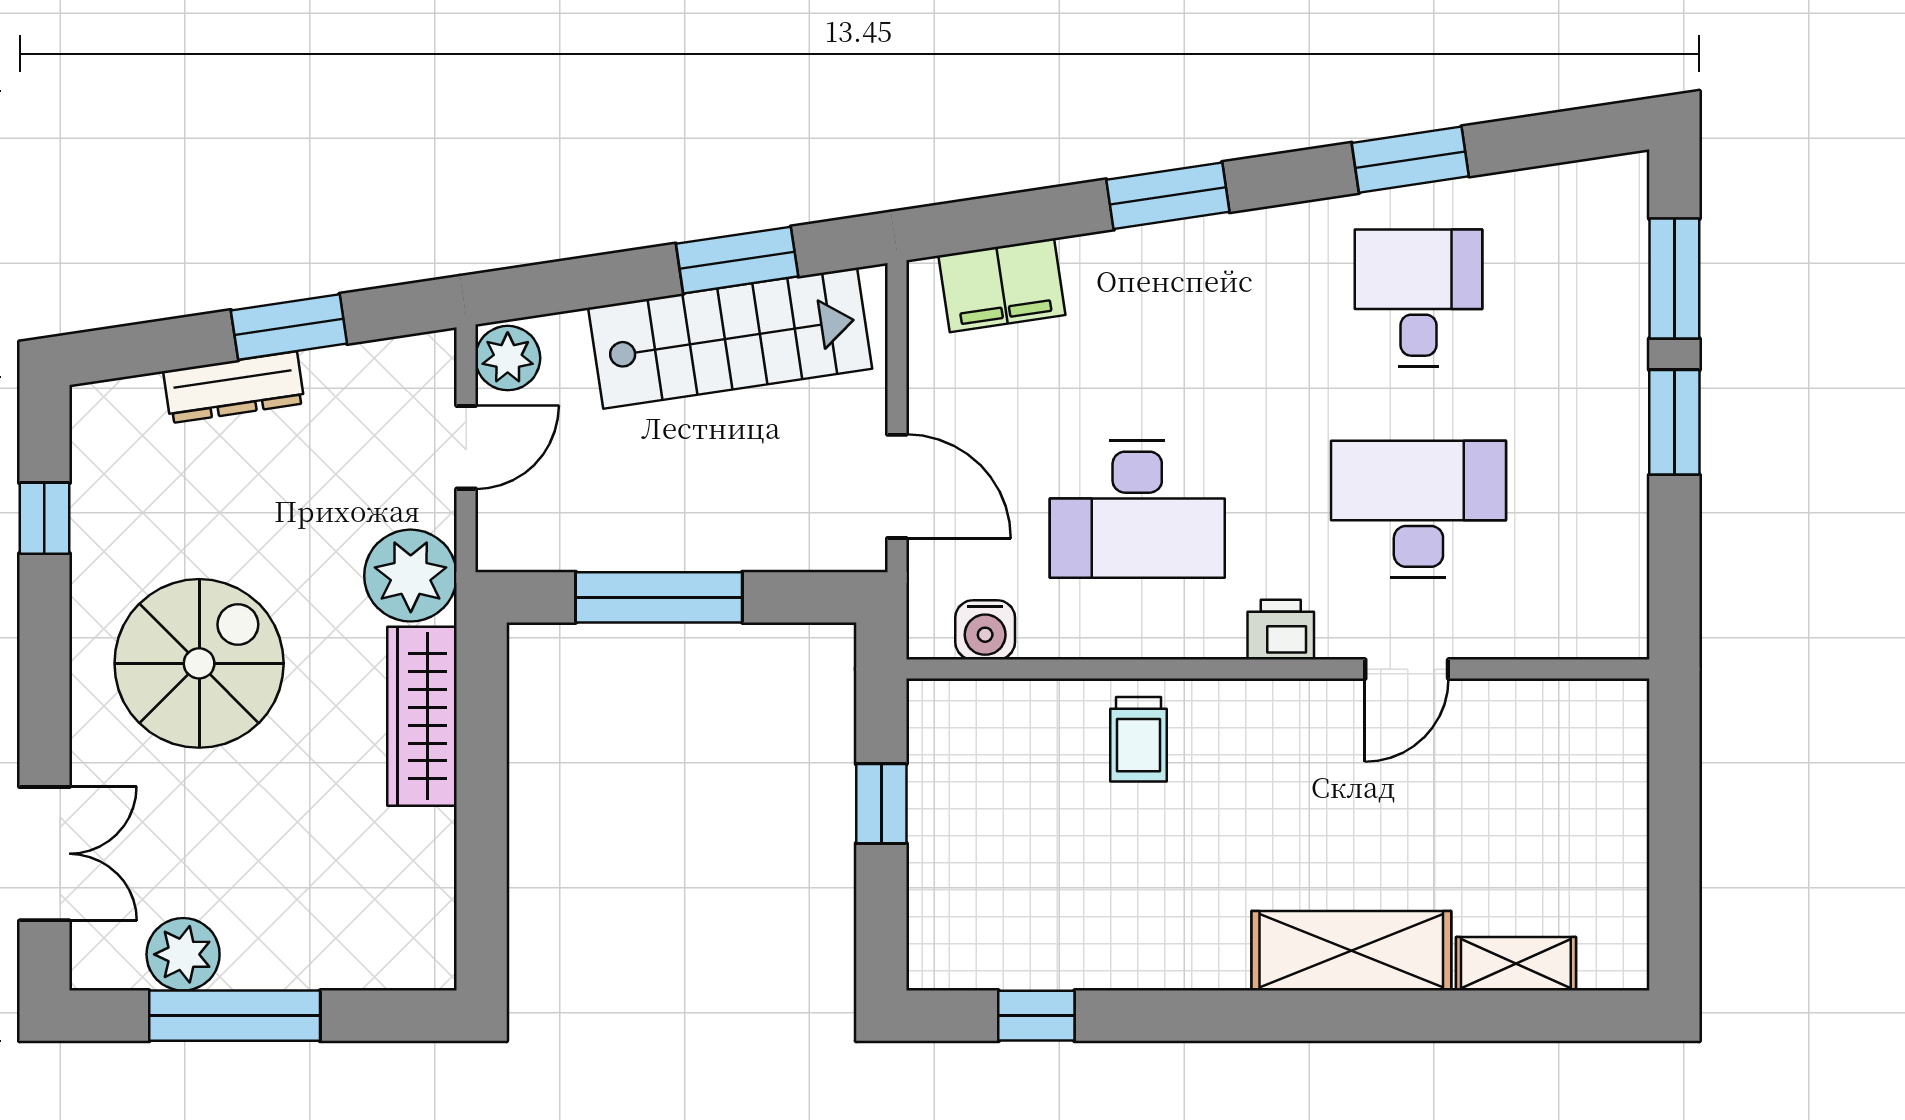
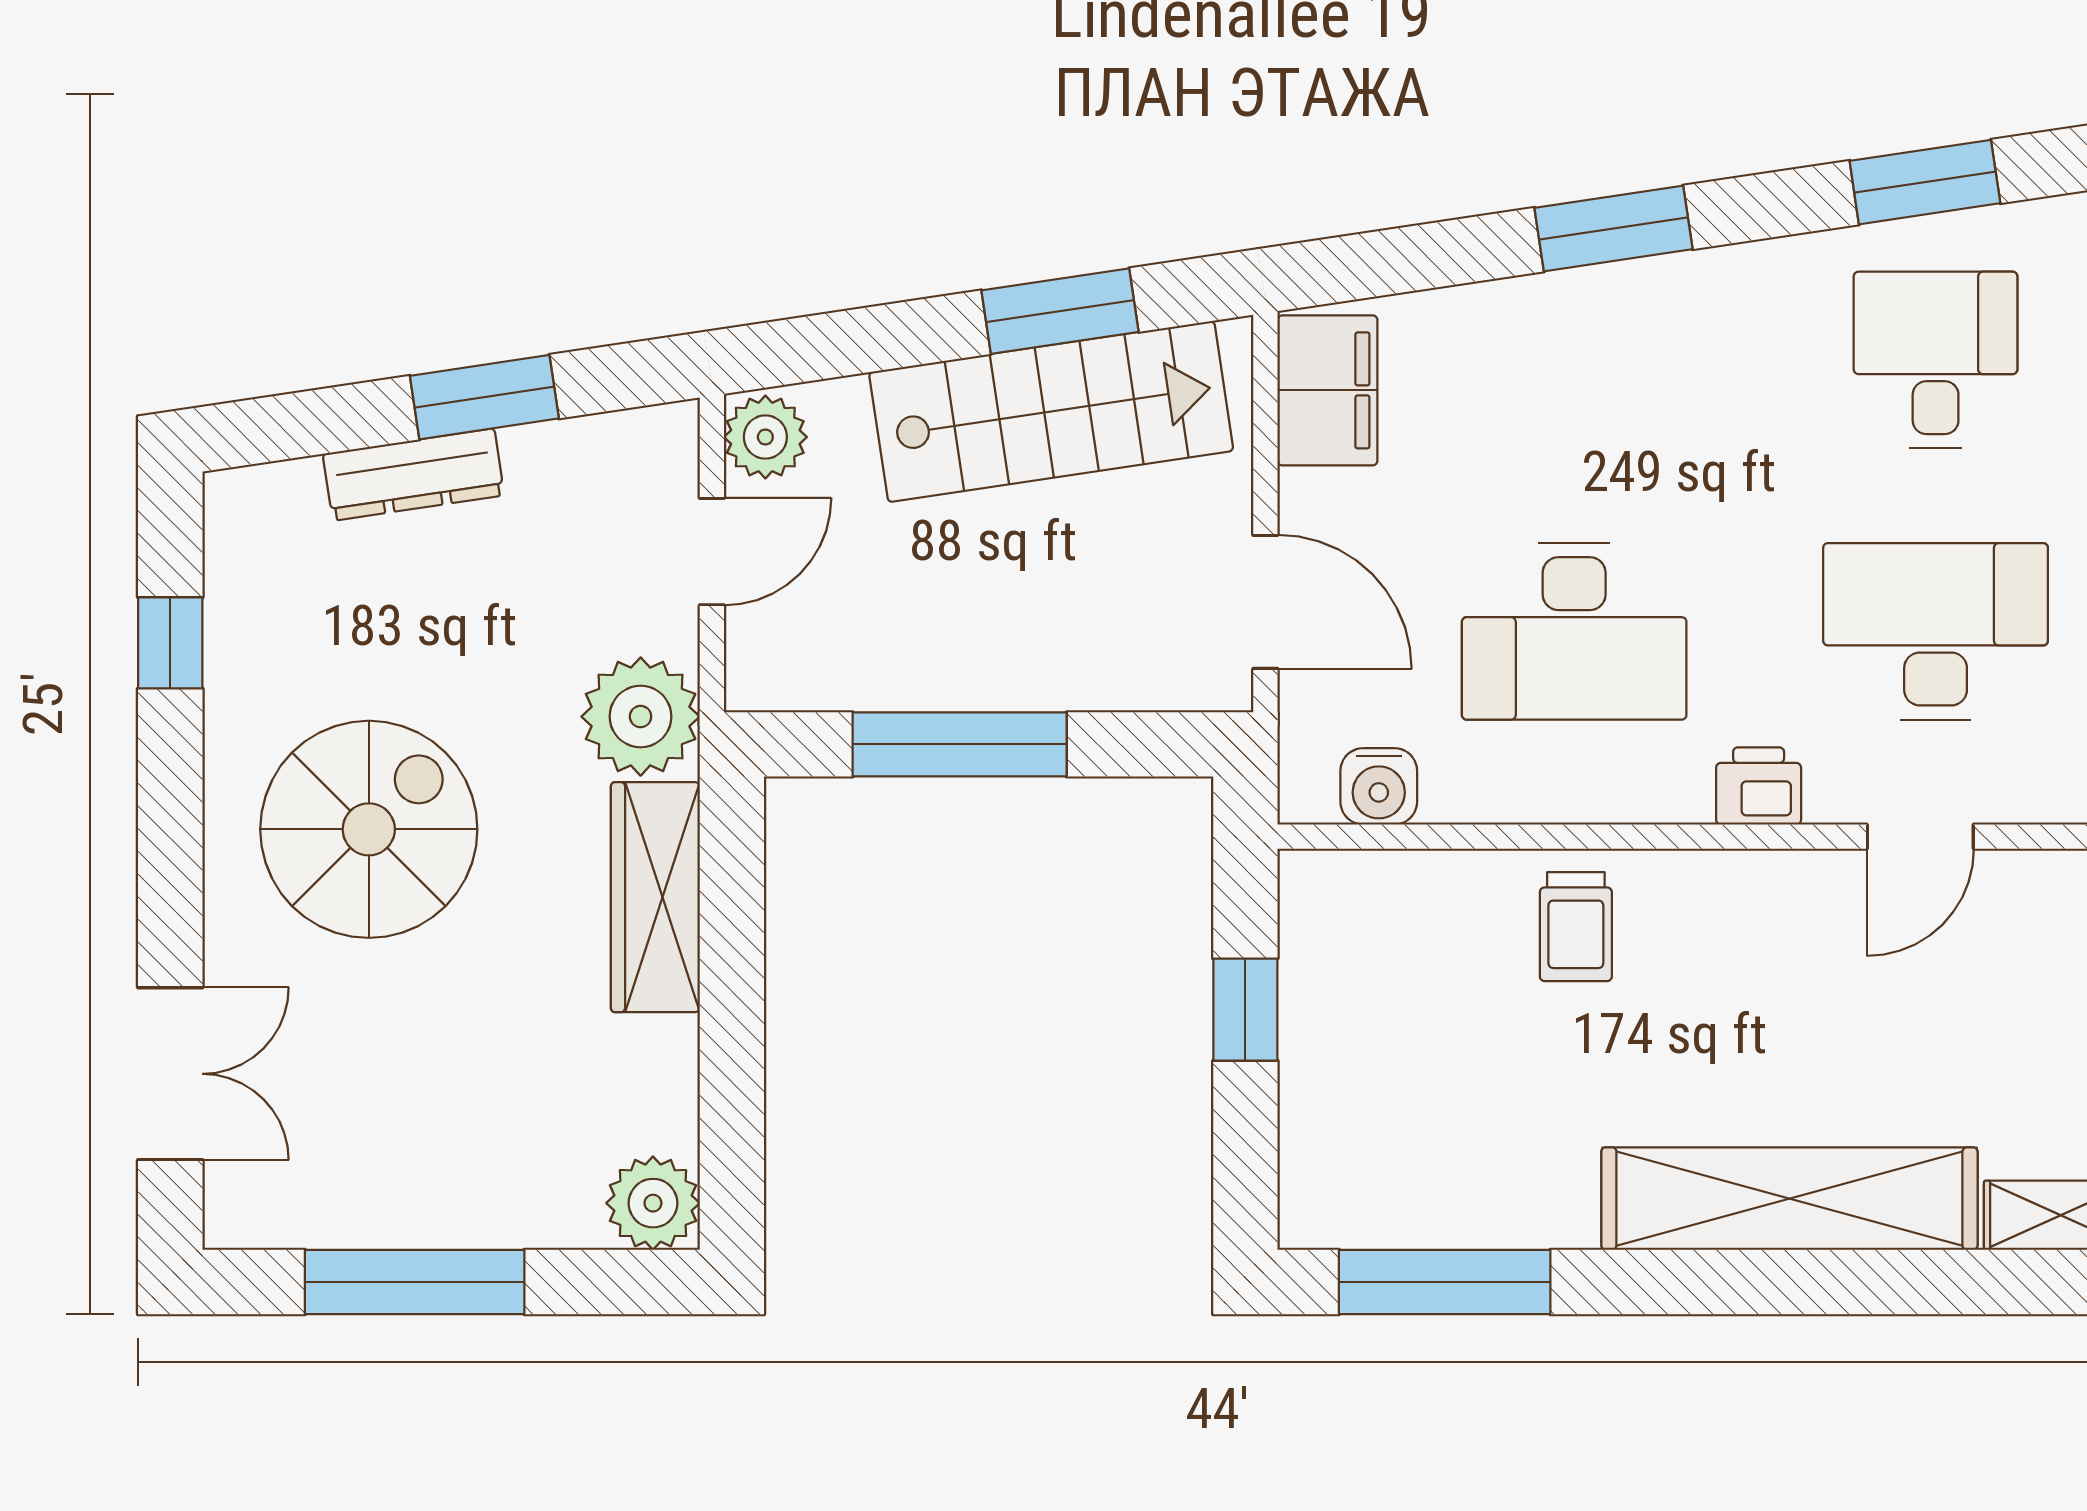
filing cabinet: (1002, 285) -> (1327, 390), moved, turned -82
shelving: (1351, 951) -> (1789, 1199), width x1.47
plant: (183, 954) -> (653, 1203), moved
window: (1036, 1016) -> (1445, 1282), width x2.17

